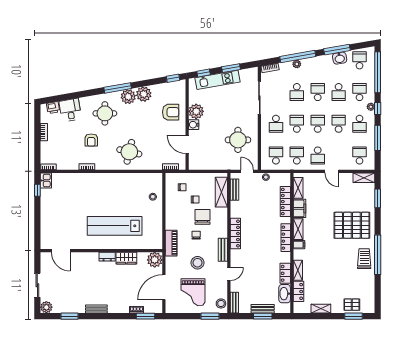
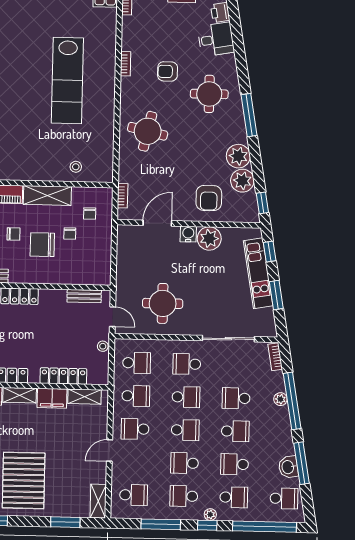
plant: (128, 97) -> (242, 181), moved
school desk: (339, 124) -> (184, 463), turned 180
door: (247, 171) -> (112, 317), hinge flipped
shelving: (221, 192) -> (47, 196), moved
chair: (202, 217) -> (42, 245), turned 180
lab bench: (115, 226) -> (67, 81), moved, turned 180

